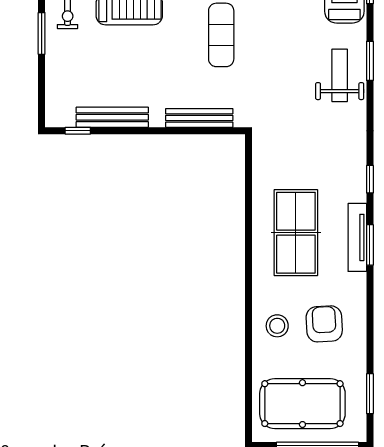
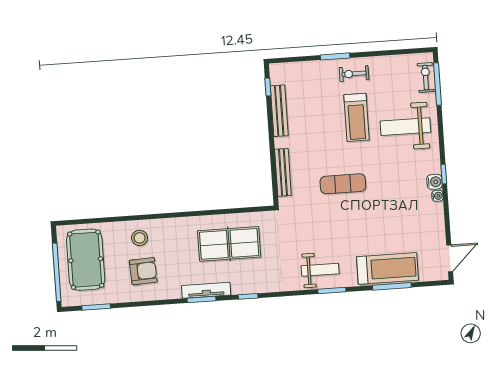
table tennis table: (296, 233) -> (229, 244), moved

